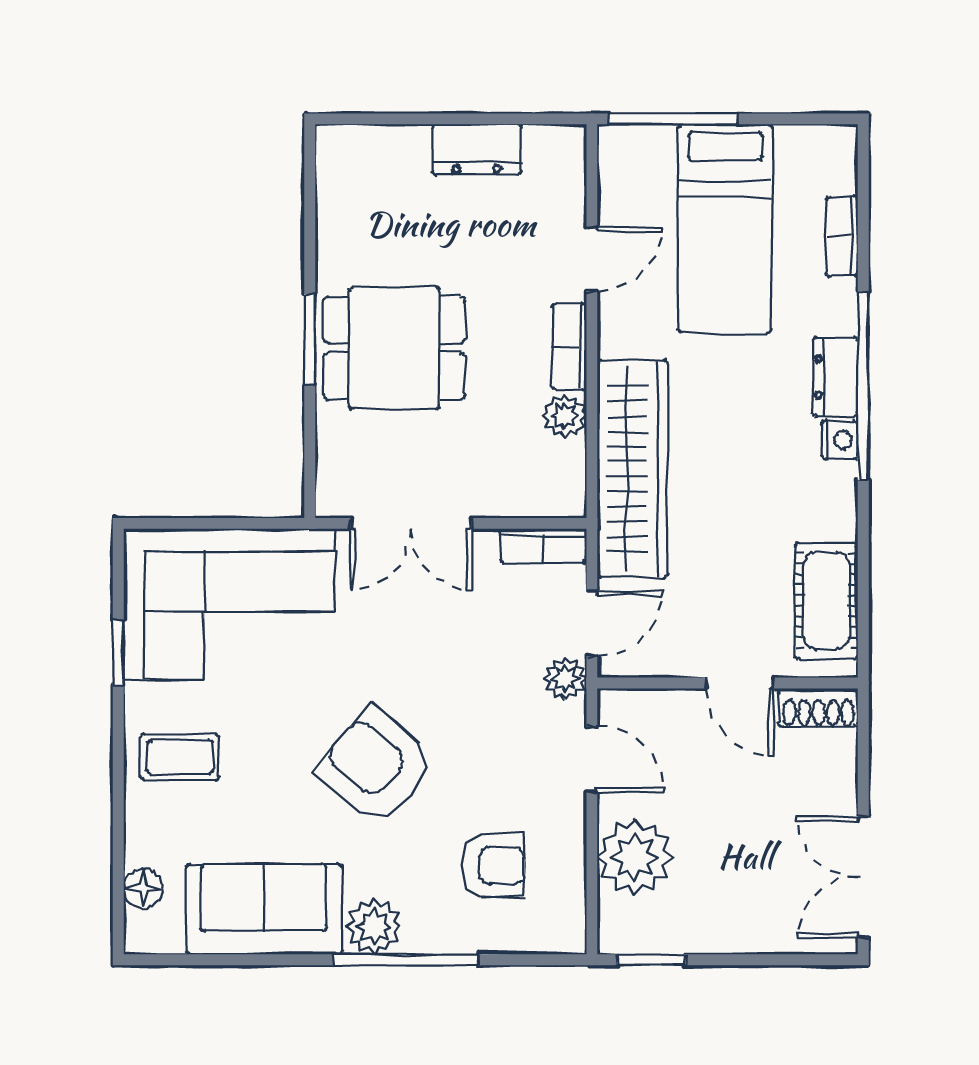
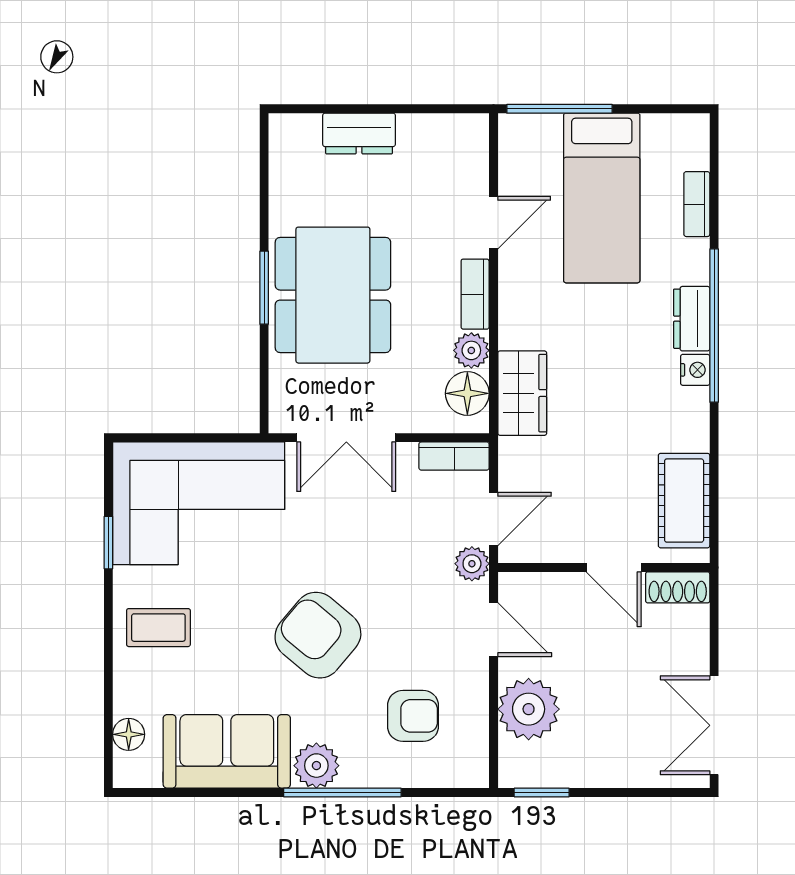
dresser: (477, 149) -> (359, 134), moved
dining table: (394, 348) -> (333, 295), width x1.38
floor lamp: (560, 469) -> (467, 393), added
wardrobe: (632, 469) -> (522, 393), width x0.48, depth x0.85

